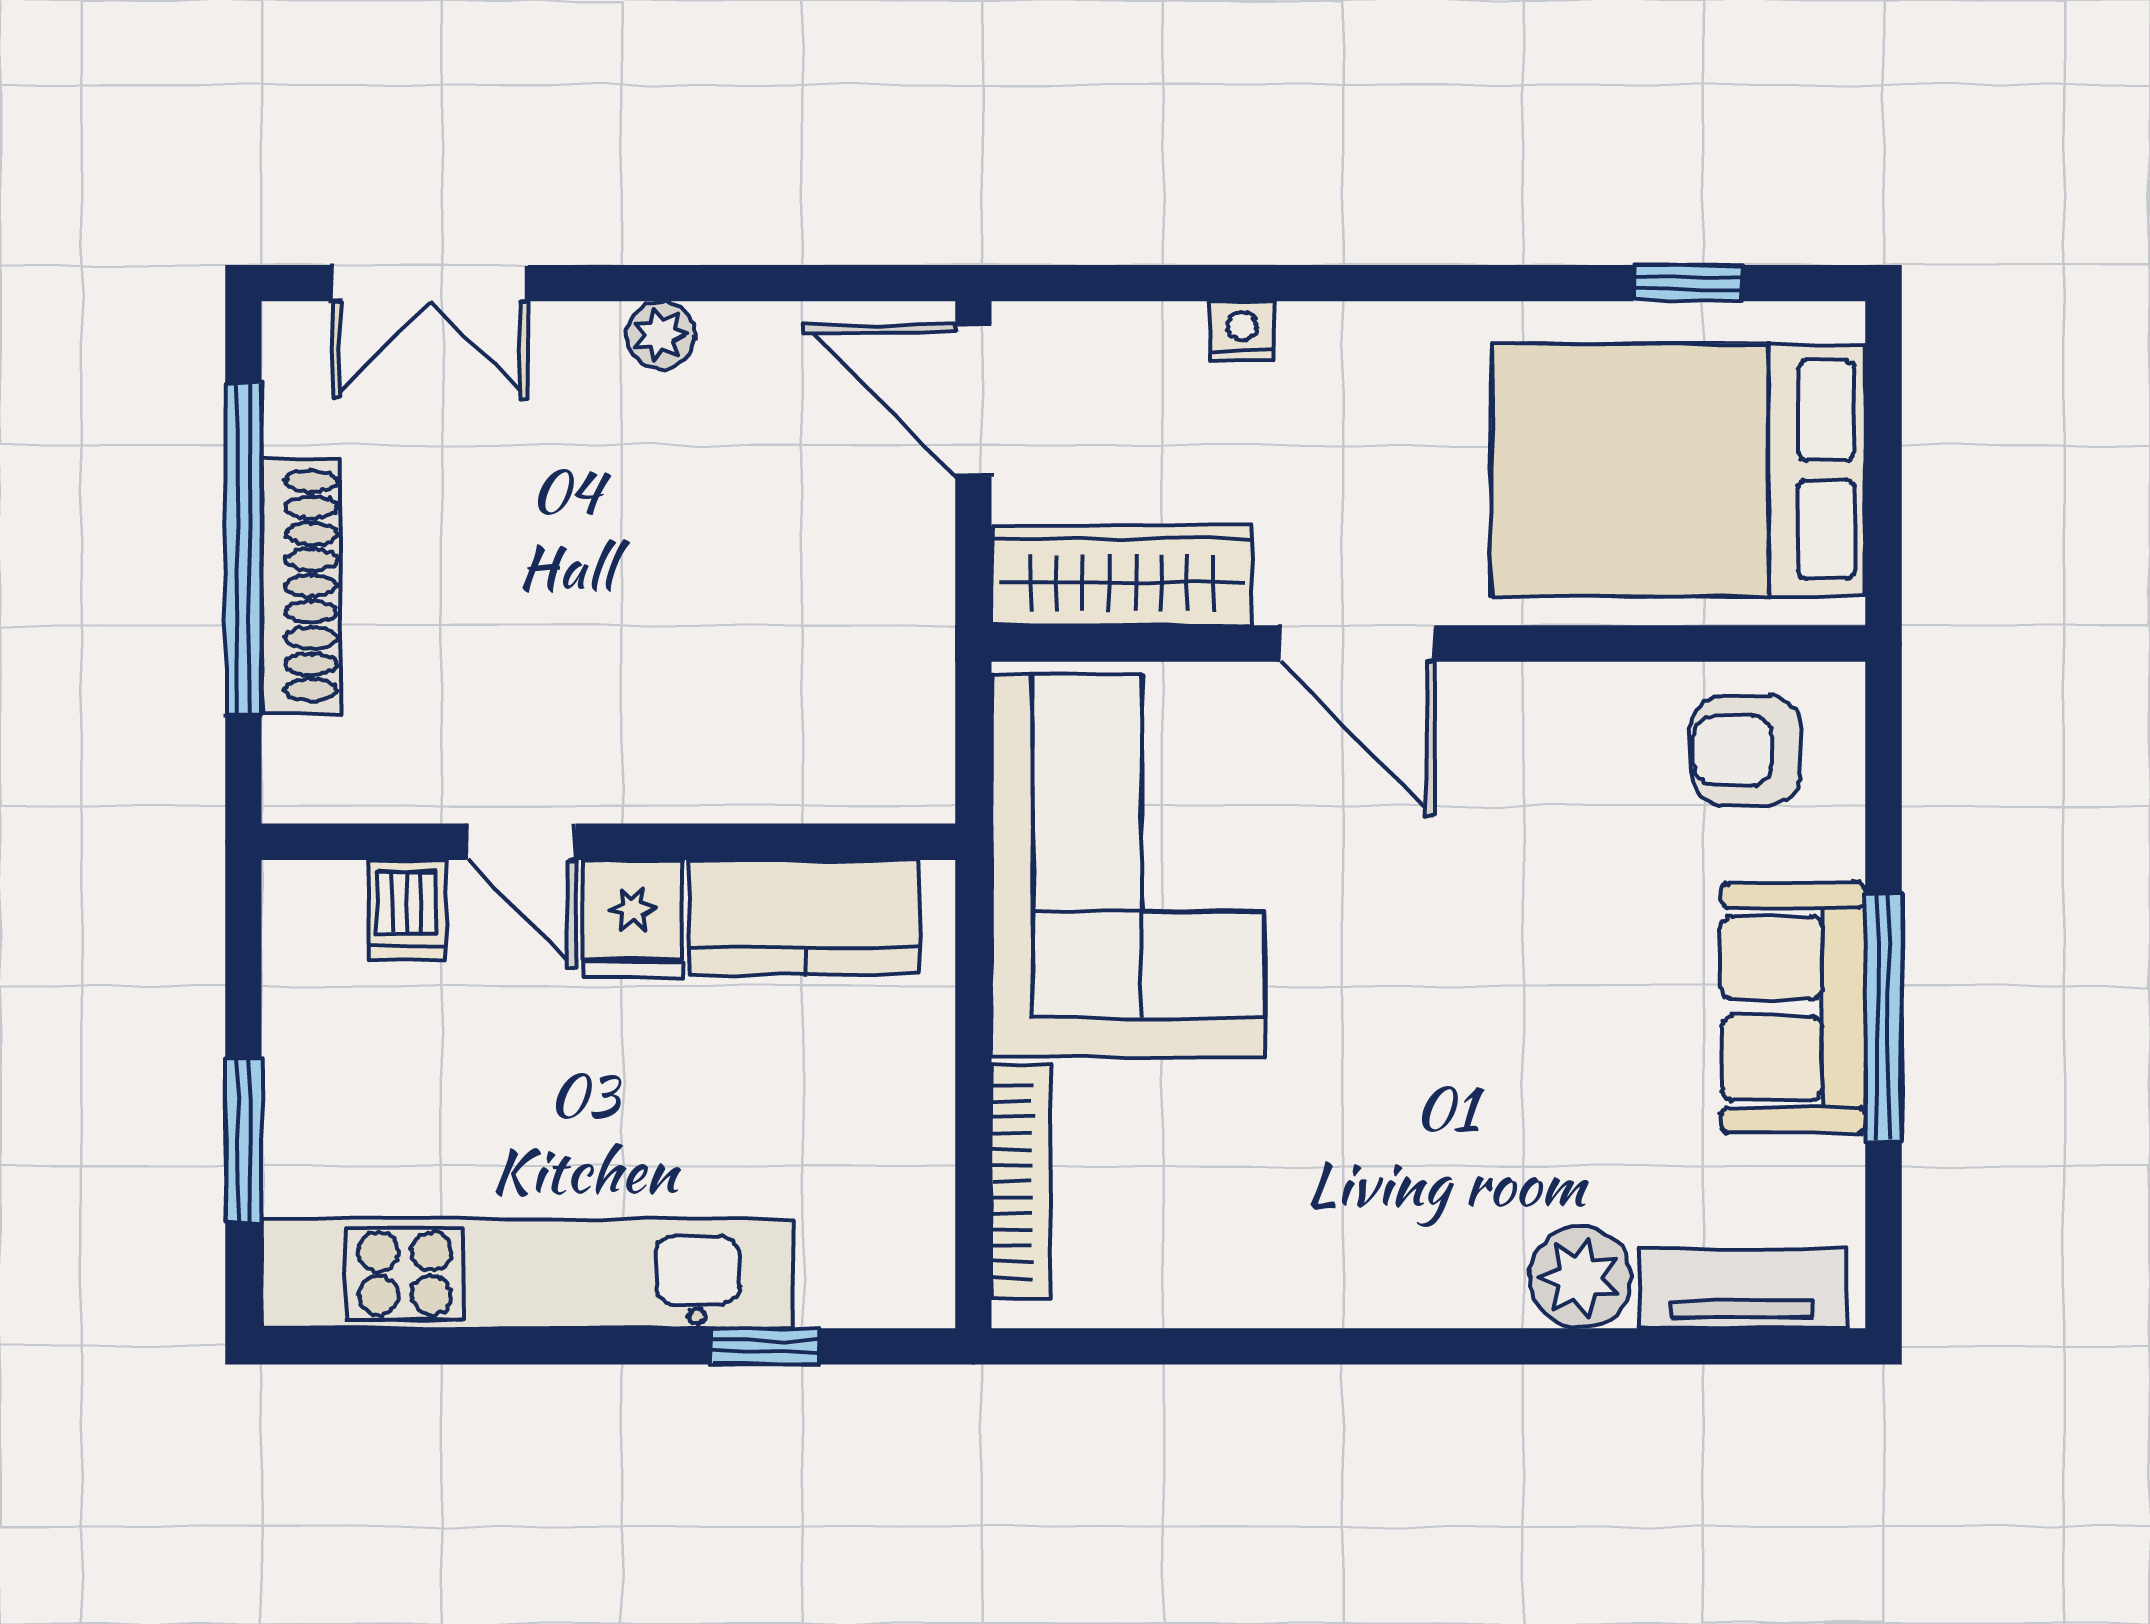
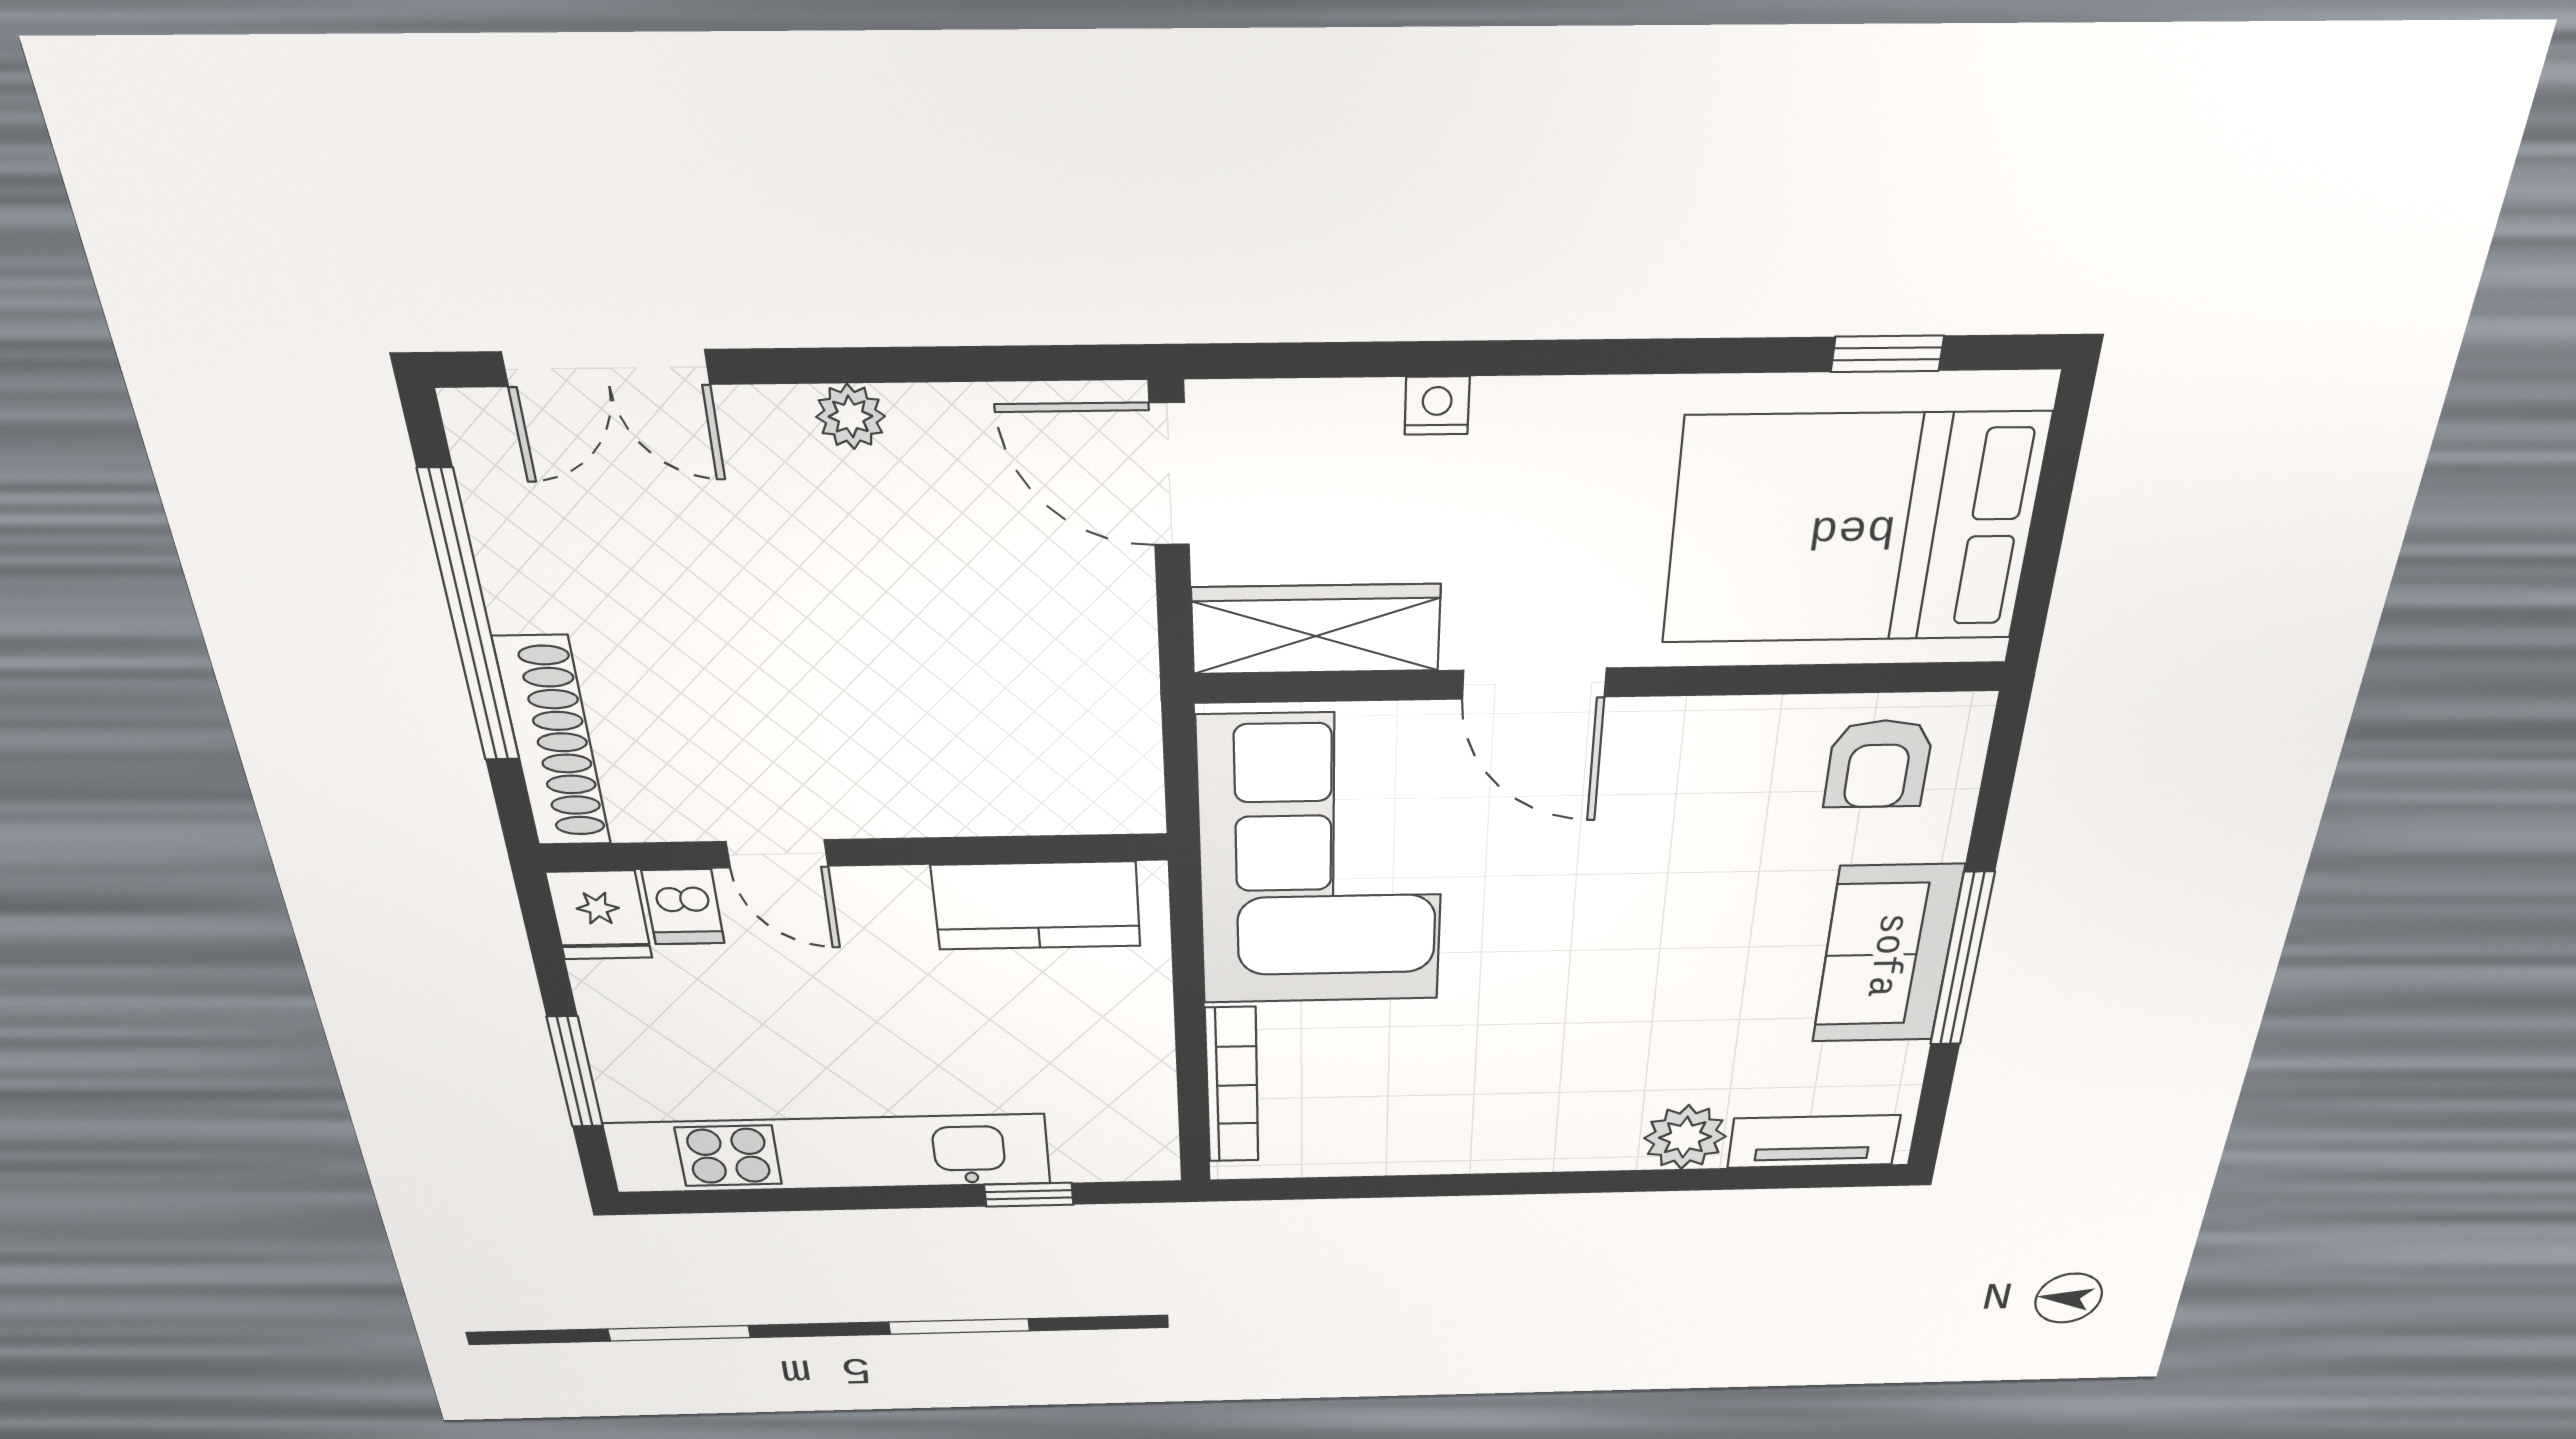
shoe rack: (301, 586) -> (553, 742), moved
armchair: (1746, 750) -> (1878, 764), turned -90
fridge: (632, 919) -> (599, 915), moved

